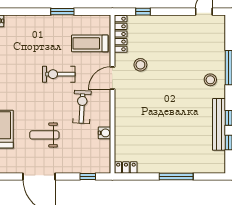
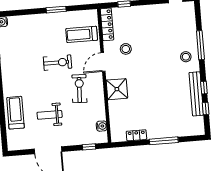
exercise bike: (59, 74) -> (58, 63), turned 180
shower: (126, 111) -> (117, 89), added
water cooler: (104, 133) -> (102, 126), moved
locker: (126, 167) -> (136, 135), moved

